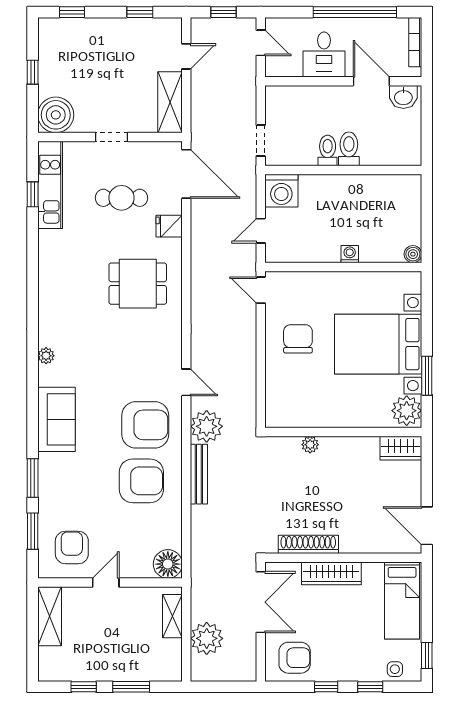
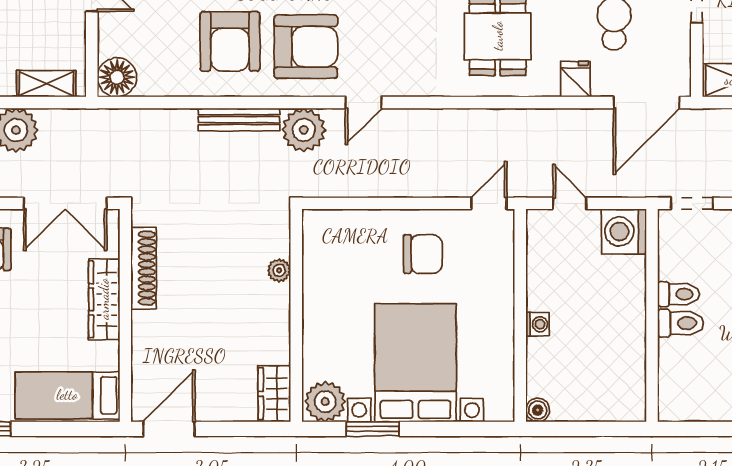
armchair: (145, 425) -> (306, 47), turned -90

